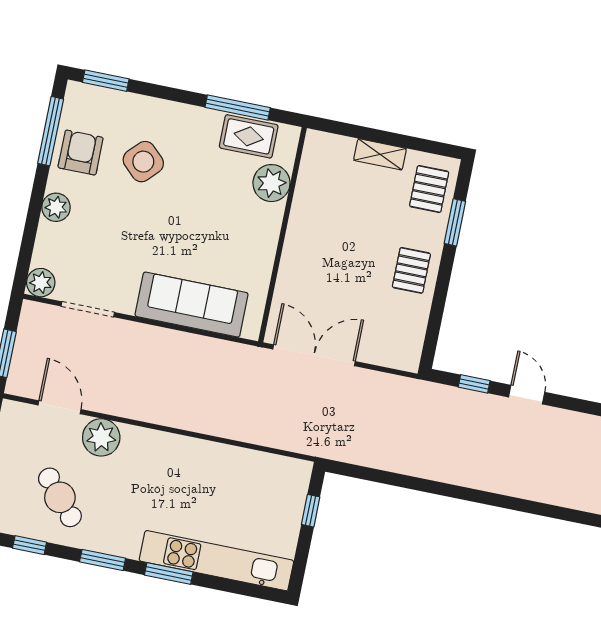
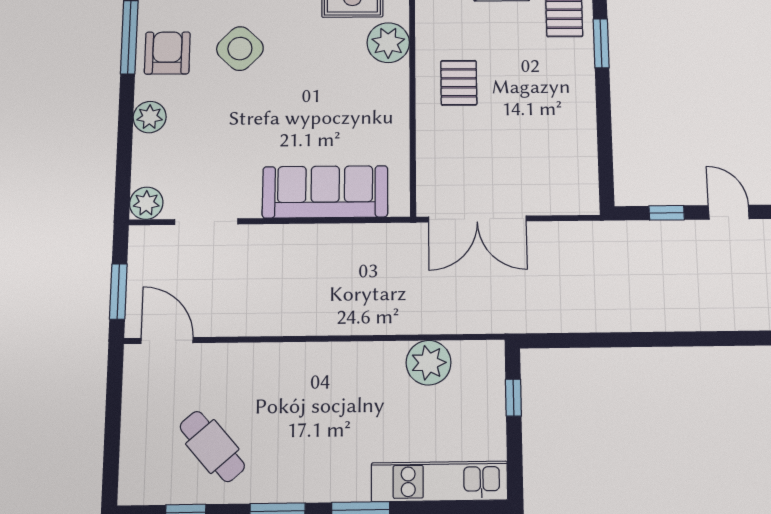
pallet: (411, 270) -> (459, 83), moved
double door: (314, 355) -> (477, 219), swing flipped
door: (59, 407) -> (167, 341), moved
plant: (101, 437) -> (429, 363), moved
kitchen unit: (216, 561) -> (439, 481), width x0.73

